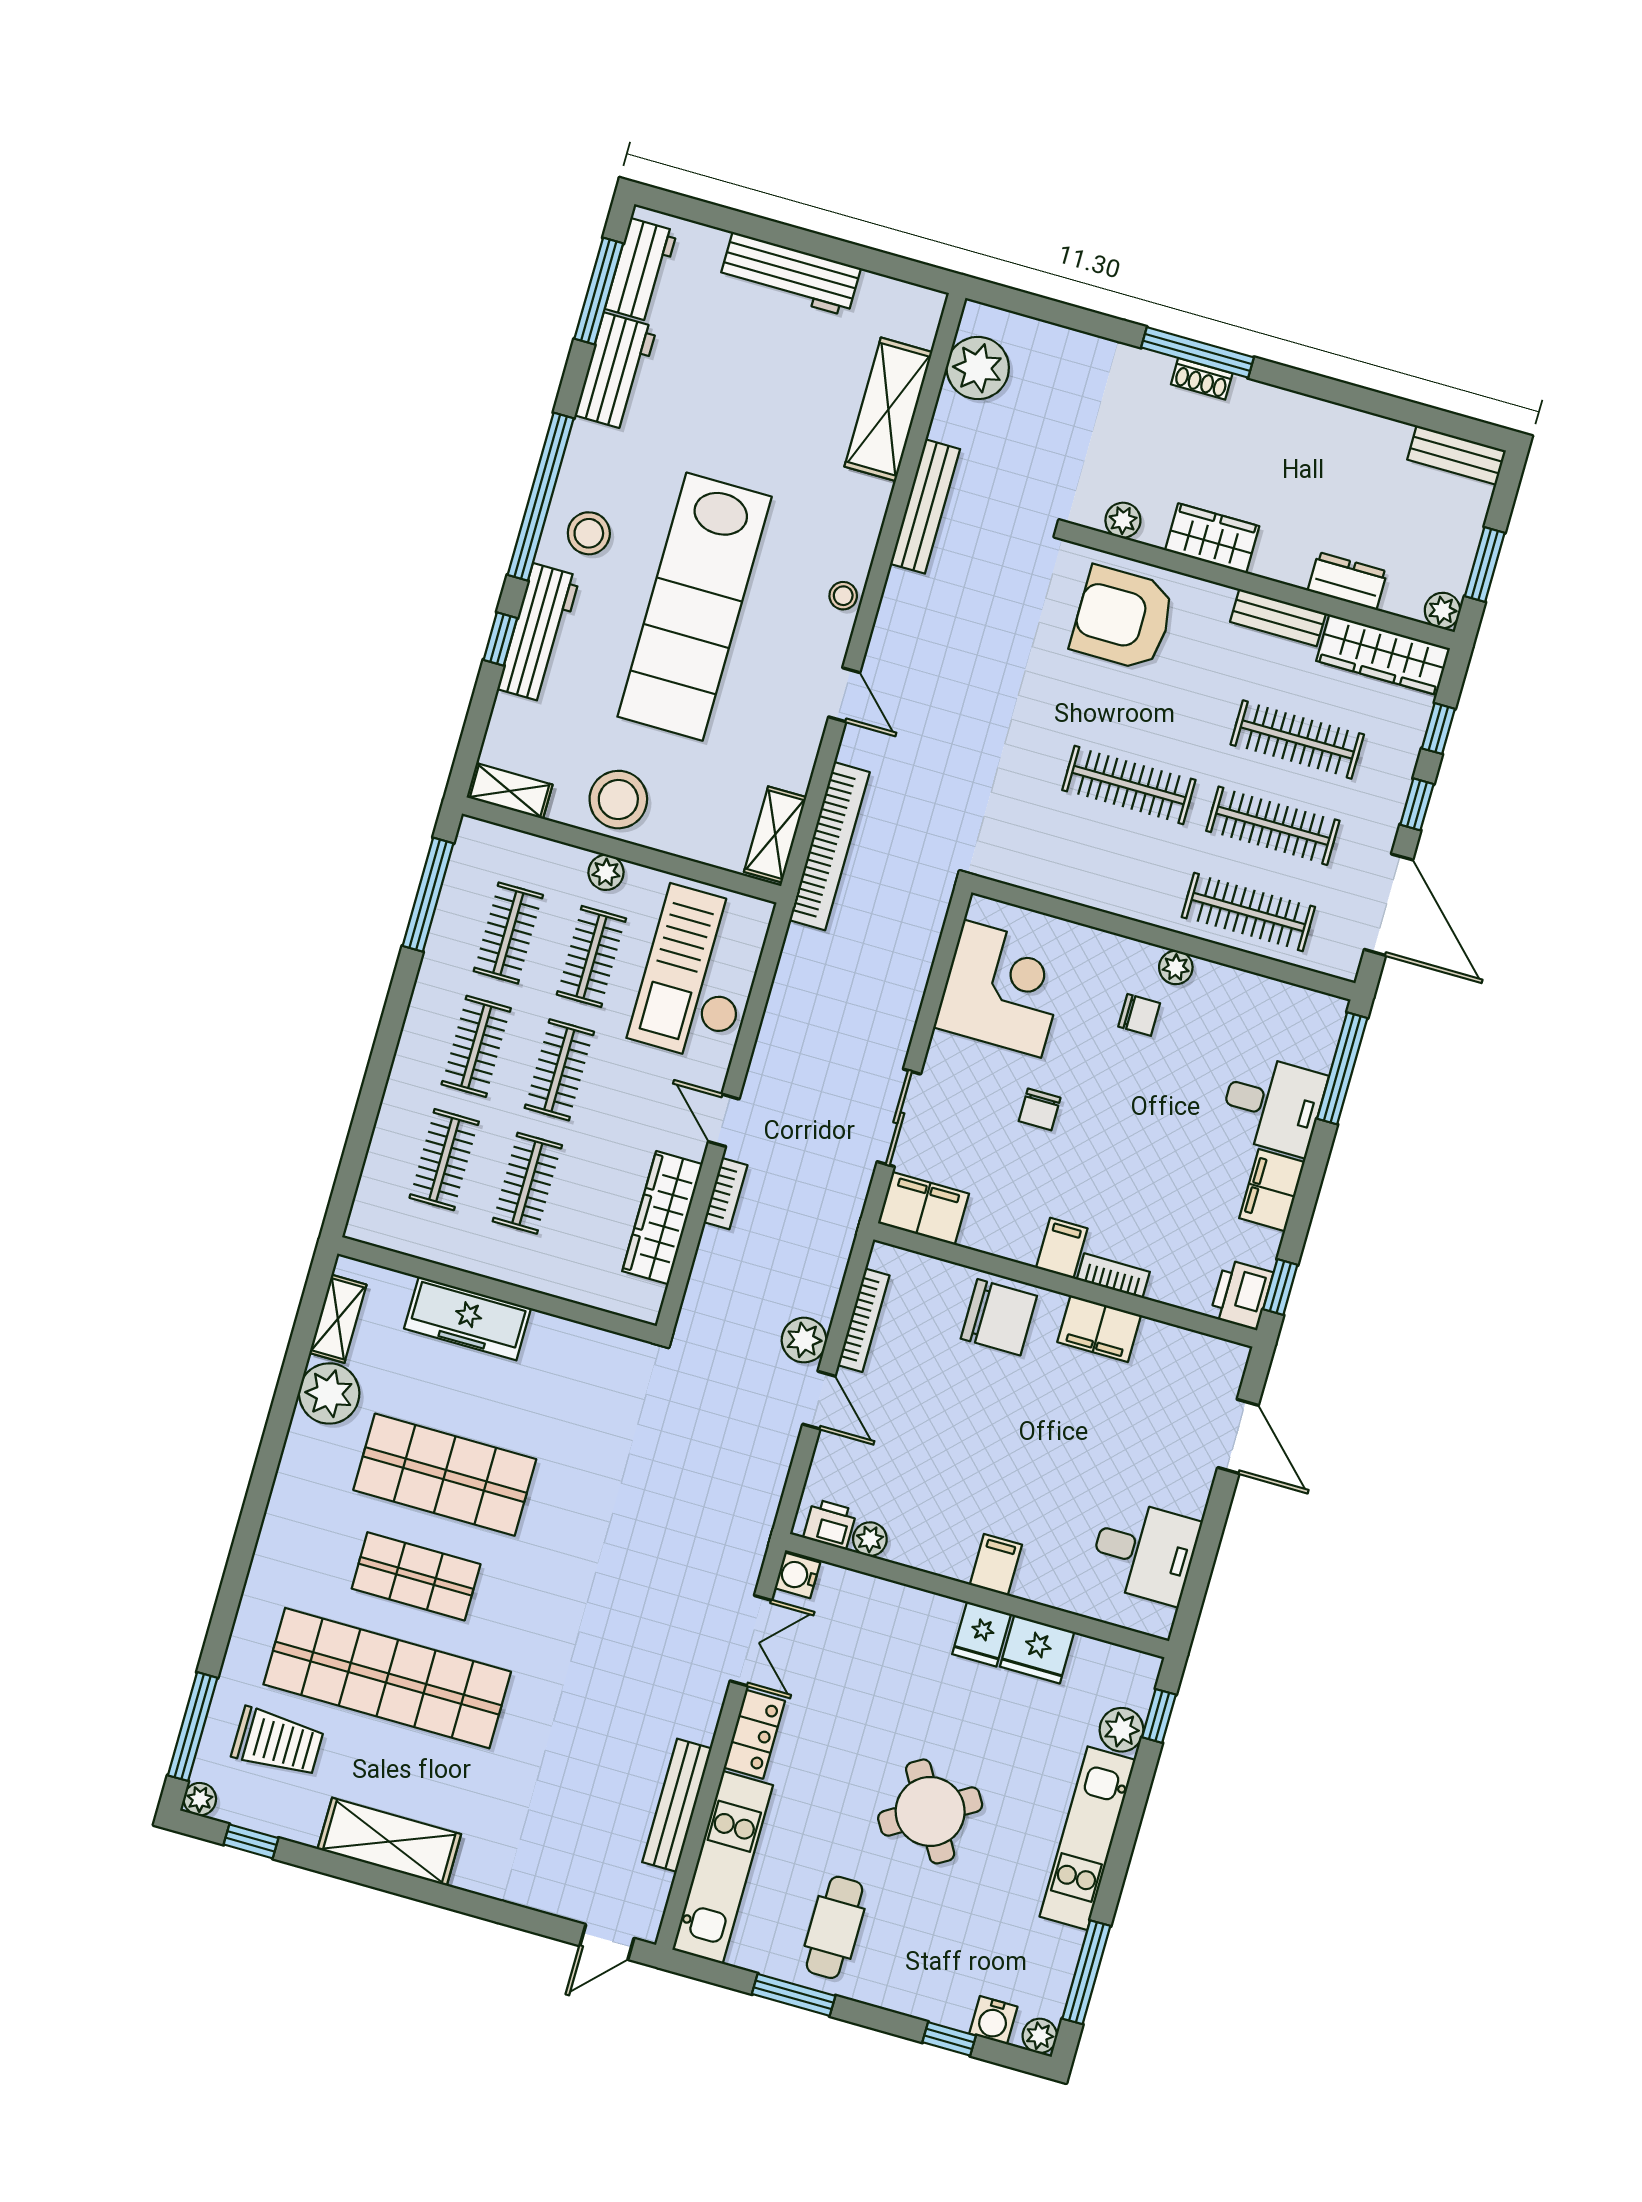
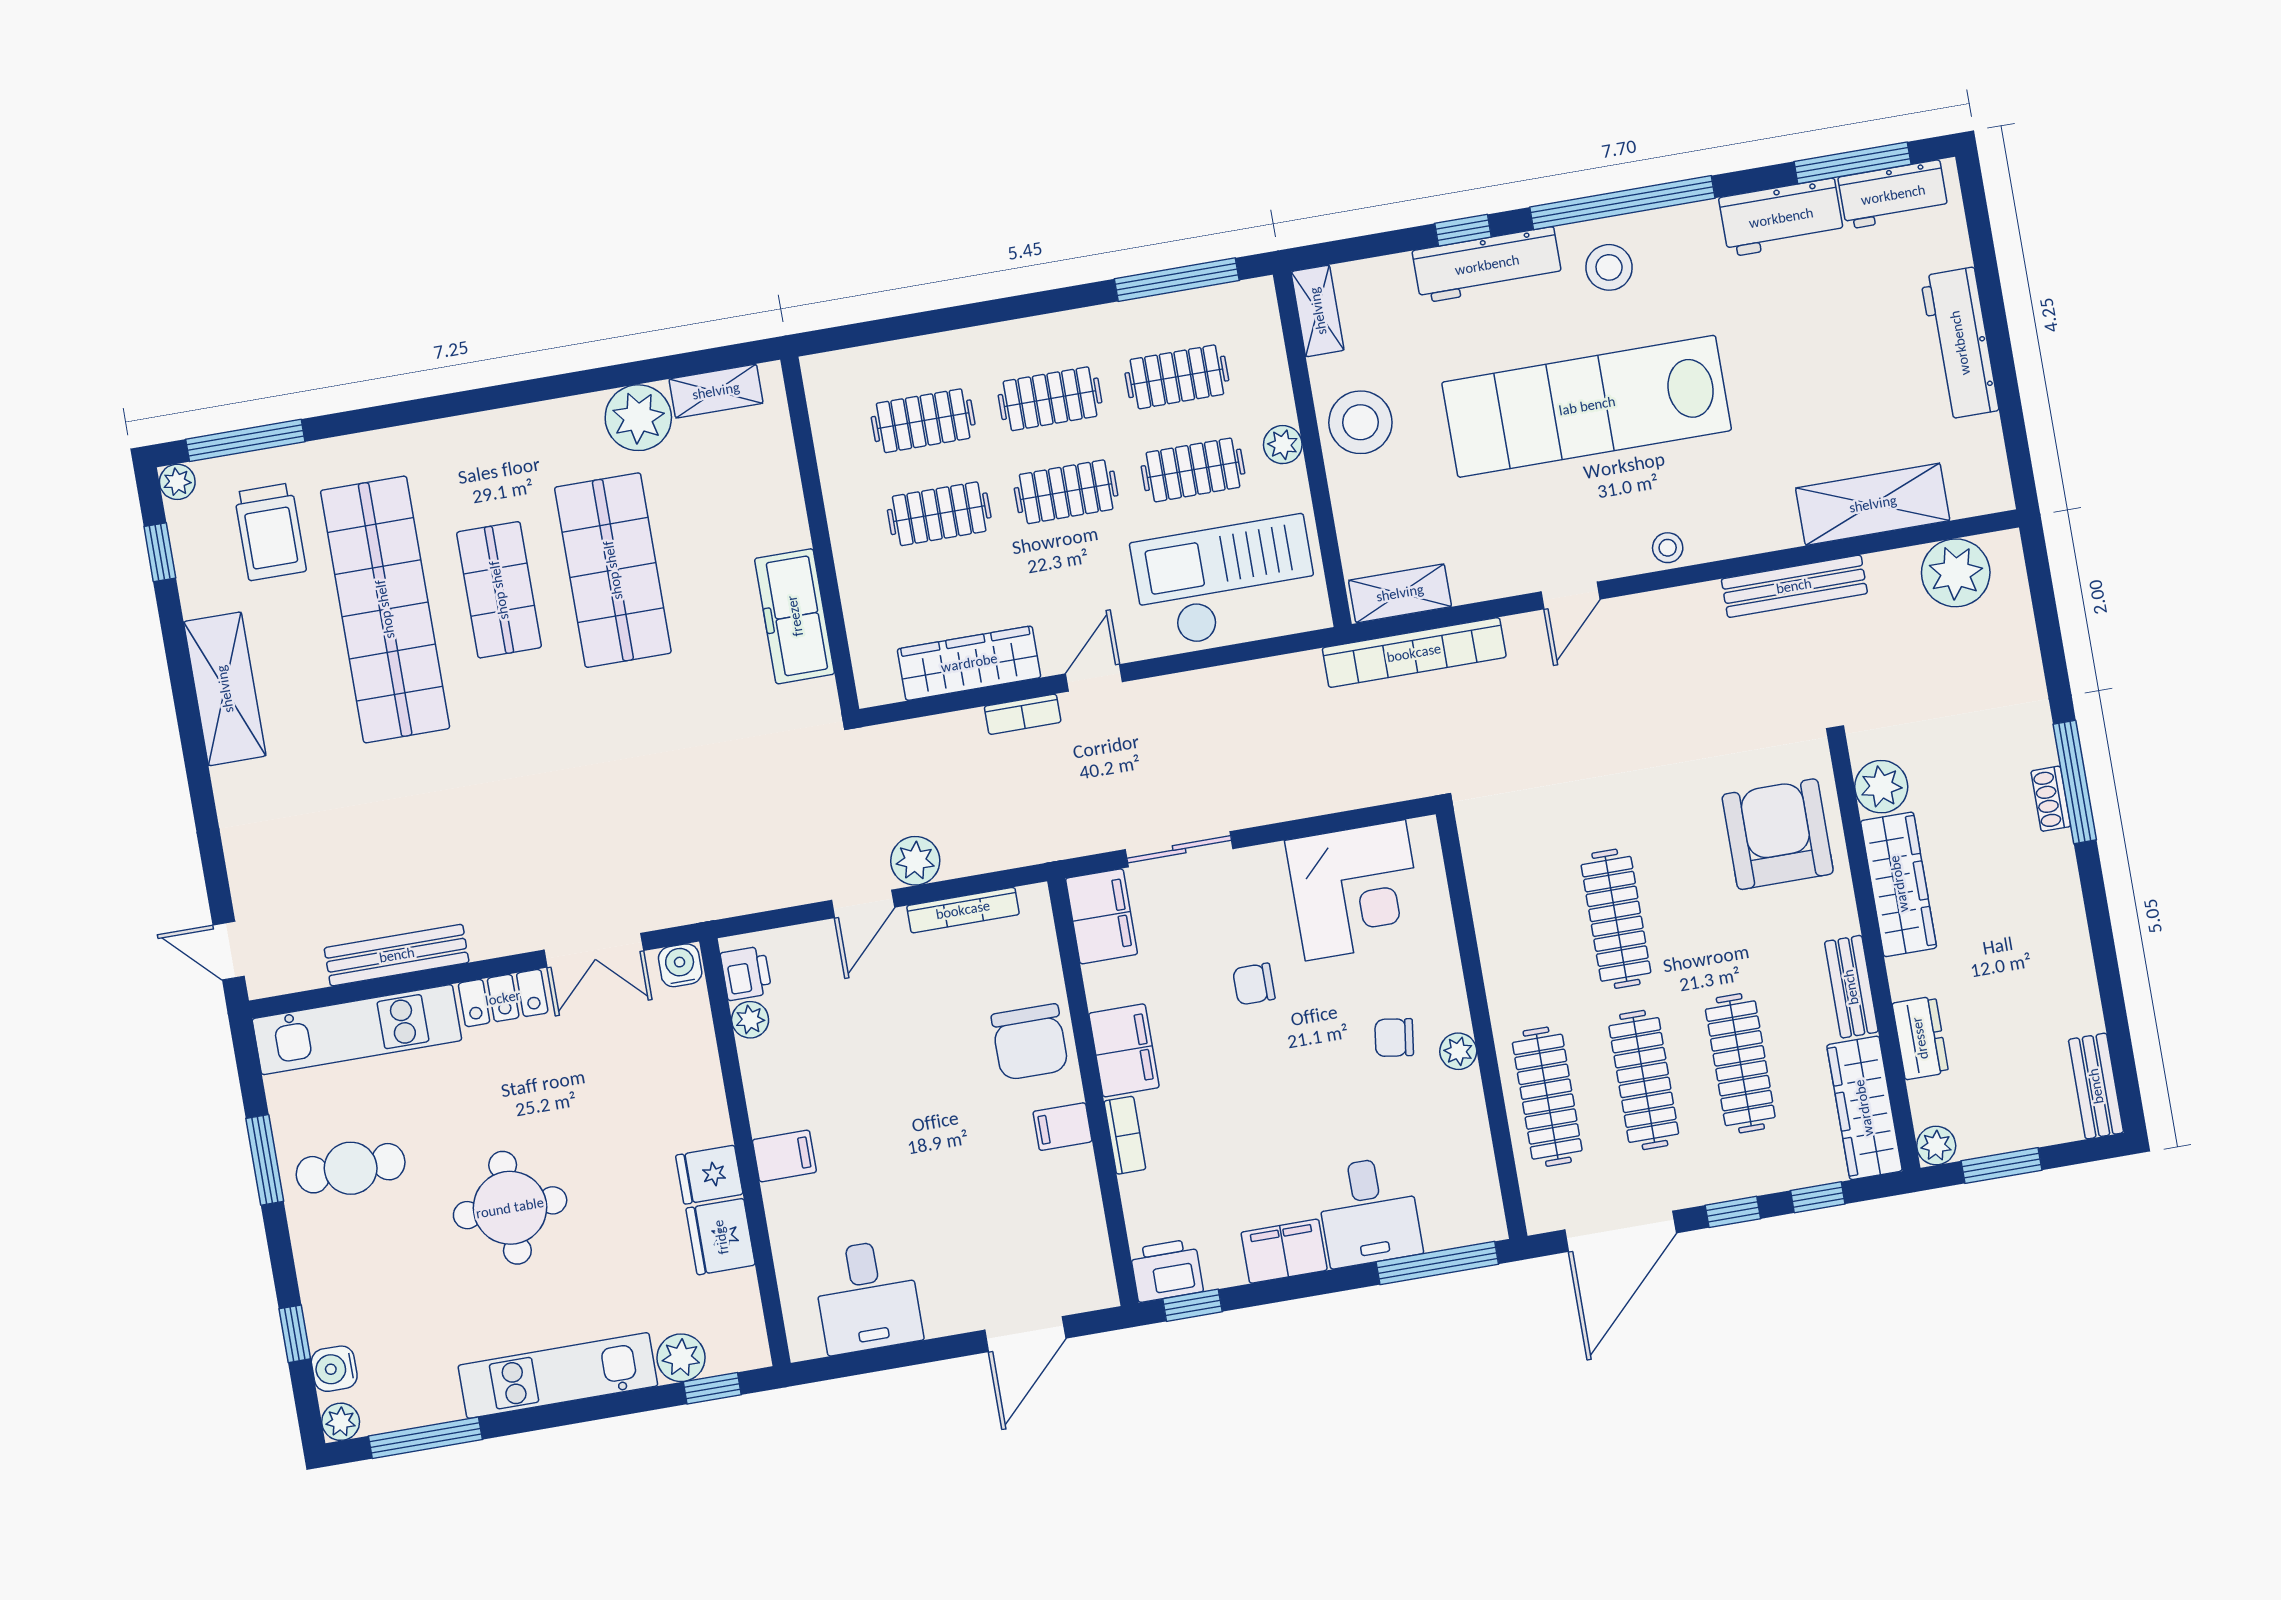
plant: (1123, 520) -> (1881, 787), width x1.38, depth x1.38
wardrobe: (1212, 538) -> (1899, 884), width x1.50
chair: (1139, 1015) -> (1394, 1038), turned 98
filing cabinet: (1062, 1248) -> (1124, 1050), width x2.00
freezer: (468, 1318) -> (795, 616), moved
filing cabinet: (1099, 1329) -> (1063, 1127), width x0.50
round table: (930, 1811) -> (510, 1208), turned 31

